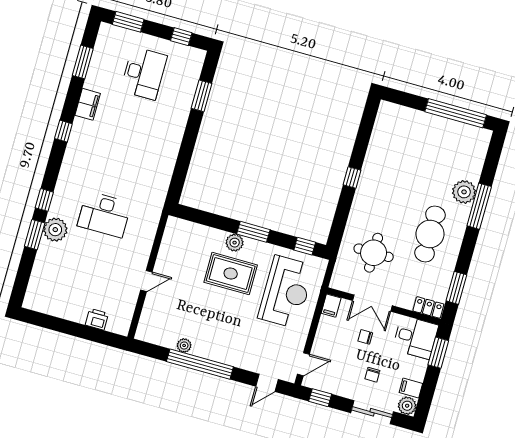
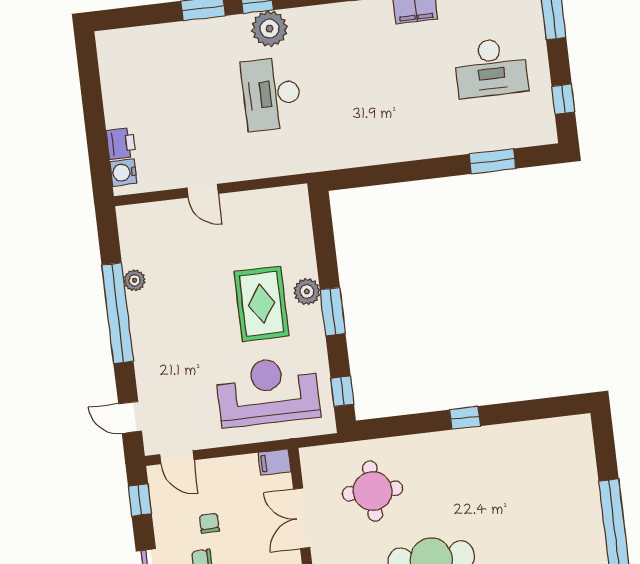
plant: (55, 230) -> (270, 29), moved
reception desk: (286, 292) -> (268, 391), turned 180
water cooler: (115, 325) -> (123, 172), added
chair: (365, 337) -> (209, 523), moved

